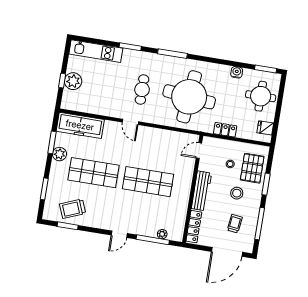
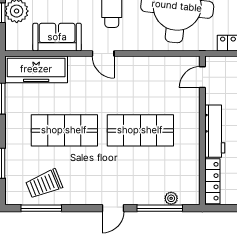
sofa: (99, 105) -> (57, 37), added
plant: (59, 154) -> (14, 113), removed
window: (68, 226) -> (41, 208), width x1.44

